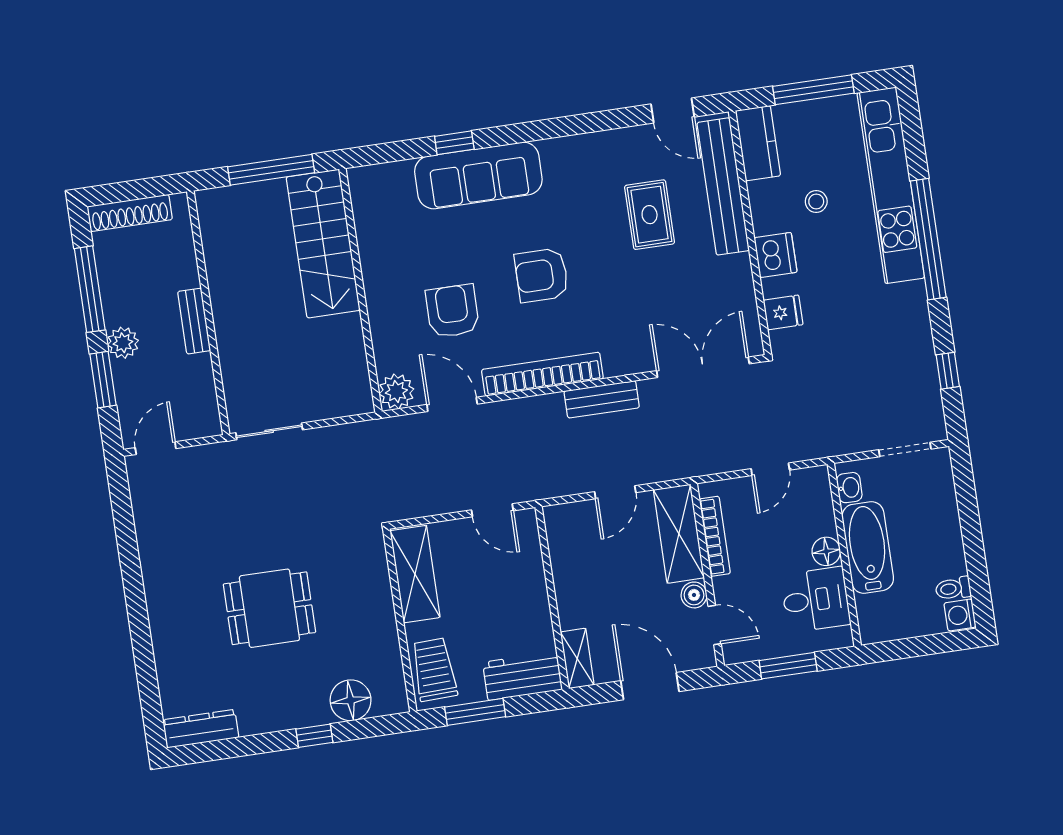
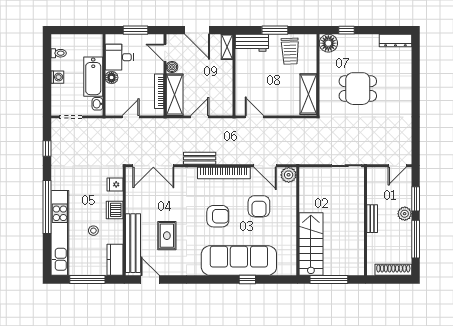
sofa: (478, 175) -> (239, 261), width x1.36, depth x1.27
shelving: (415, 574) -> (308, 94), moved
washing machine: (960, 615) -> (57, 77), moved
wall: (400, 620) -> (318, 75), moved

